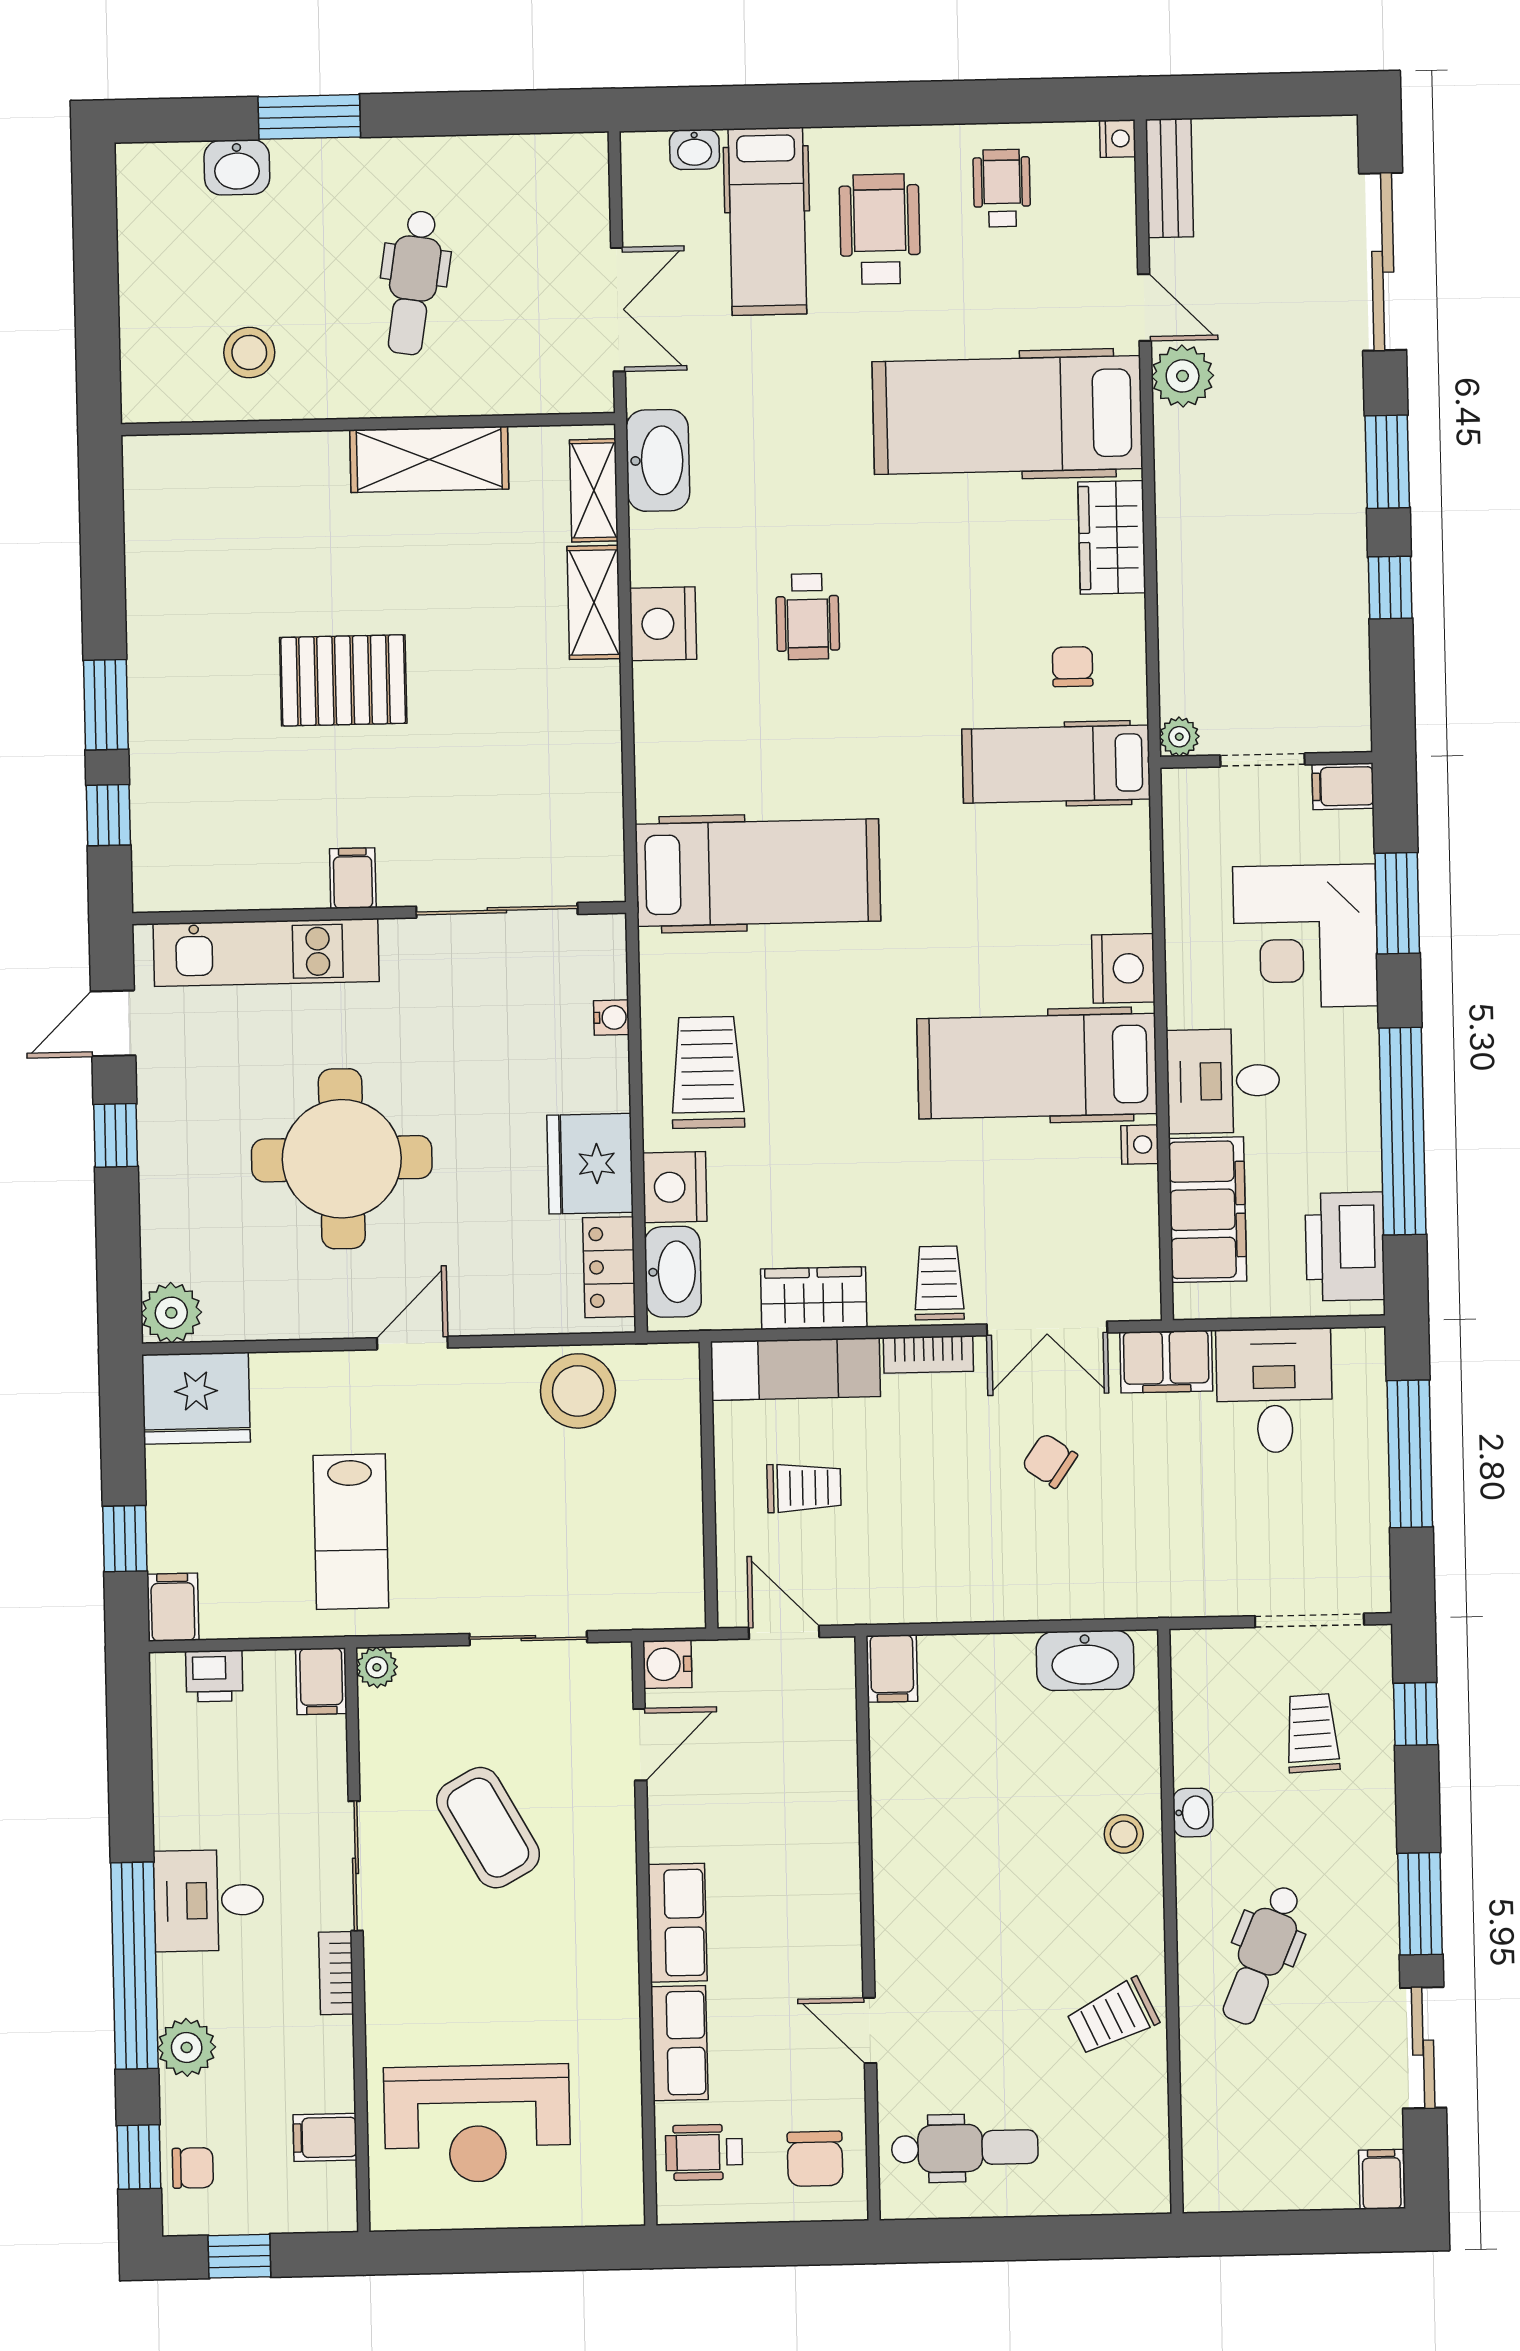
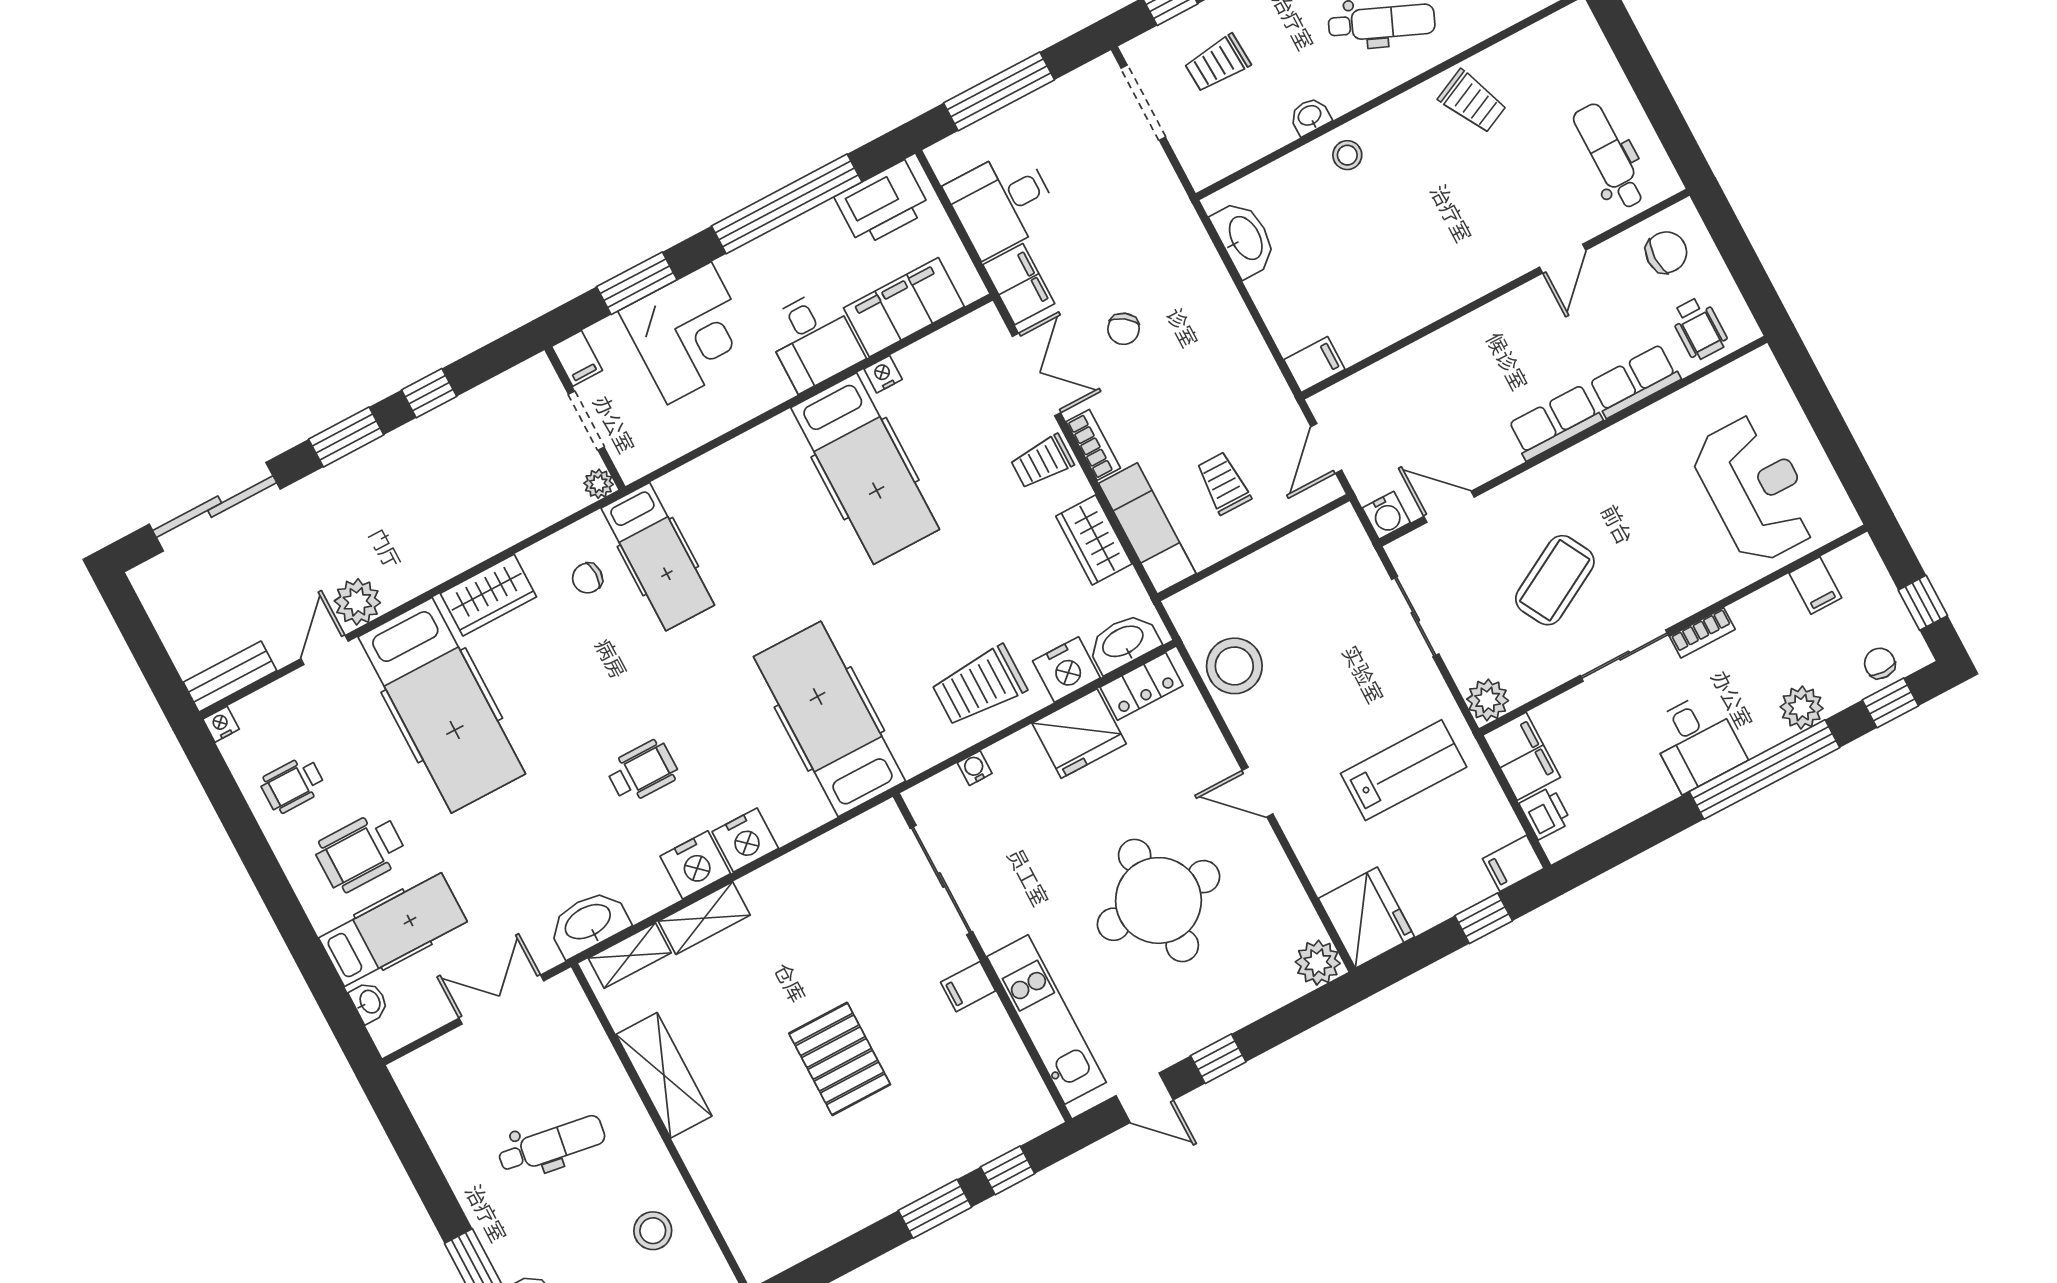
nightstand: (1123, 968) -> (745, 840), moved, turned 180
plant: (377, 1667) -> (1488, 700), width x1.38, depth x1.38
filing cabinet: (321, 1681) -> (1522, 756), width x2.00

